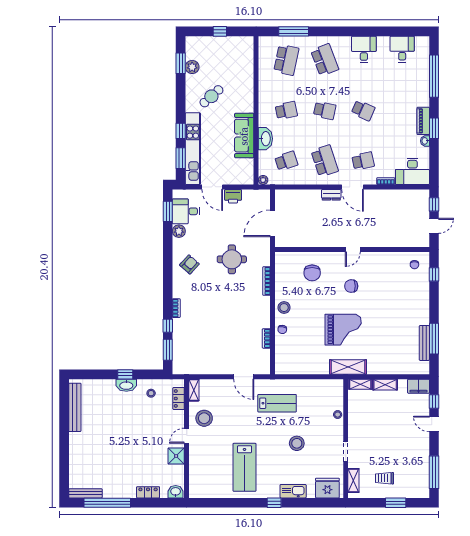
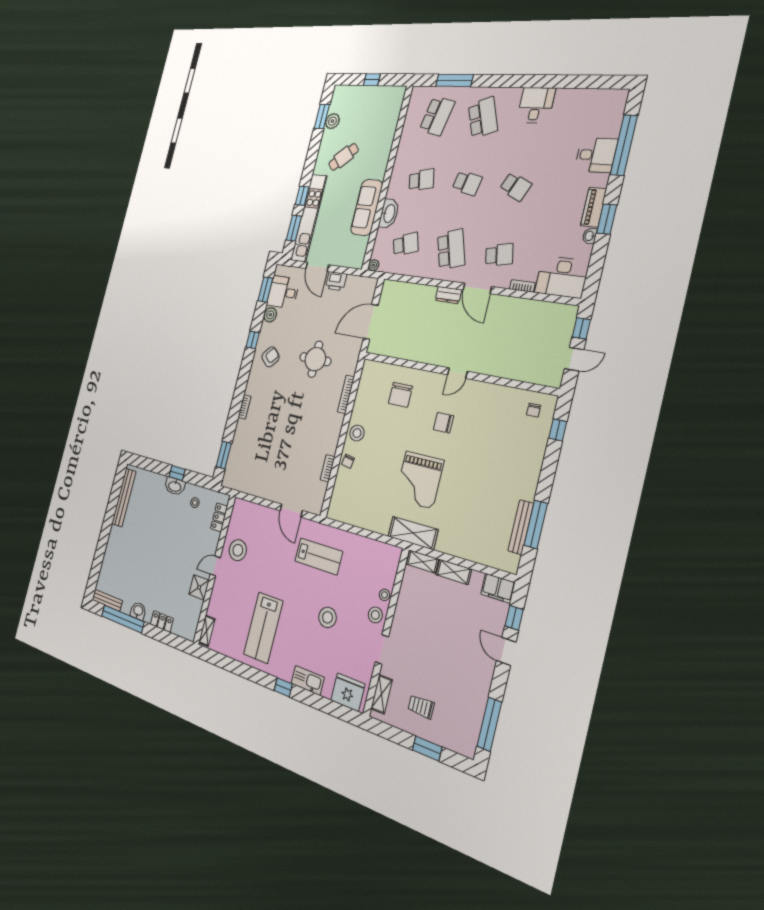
desk: (402, 49) -> (596, 155), moved, turned 90
window: (168, 326) -> (253, 340), moved
grand piano: (343, 330) -> (419, 480), turned 90
shelving: (194, 390) -> (207, 631), moved
stool: (334, 430) -> (375, 615), added
washbasin: (176, 492) -> (138, 611), moved

